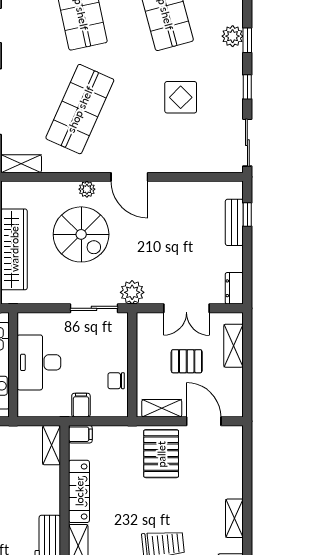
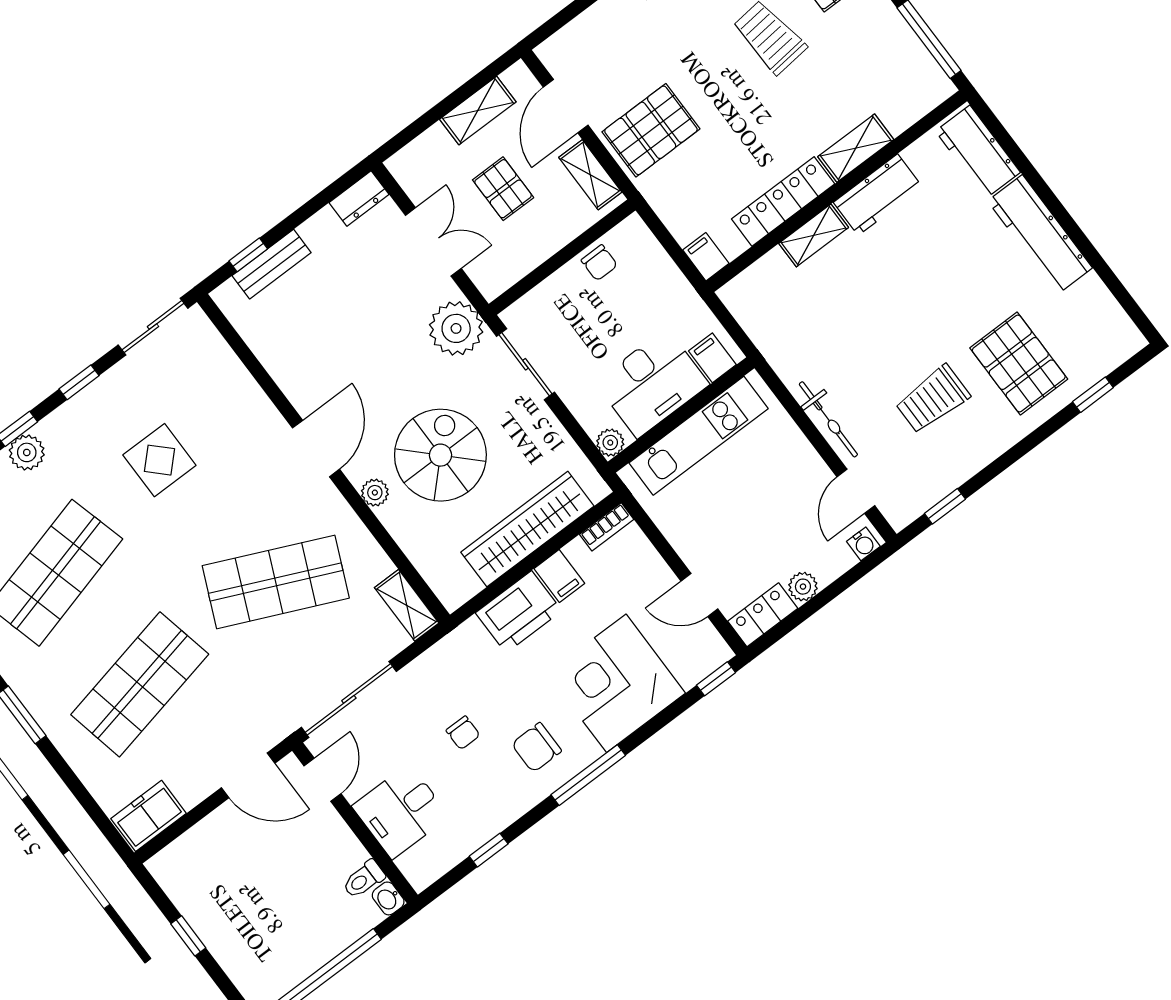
plant: (132, 292) -> (456, 328), width x1.36, depth x1.36
plant: (26, 321) -> (610, 443), added
shelving: (233, 346) -> (478, 111), moved
filing cabinet: (81, 405) -> (712, 358), moved, turned 90
shelving: (51, 445) -> (814, 235), moved

